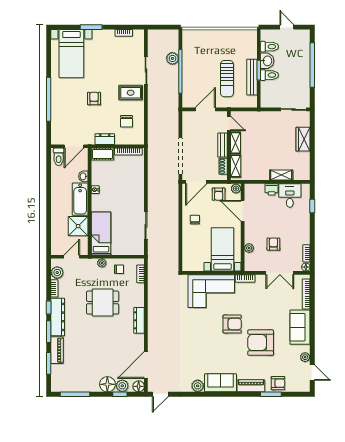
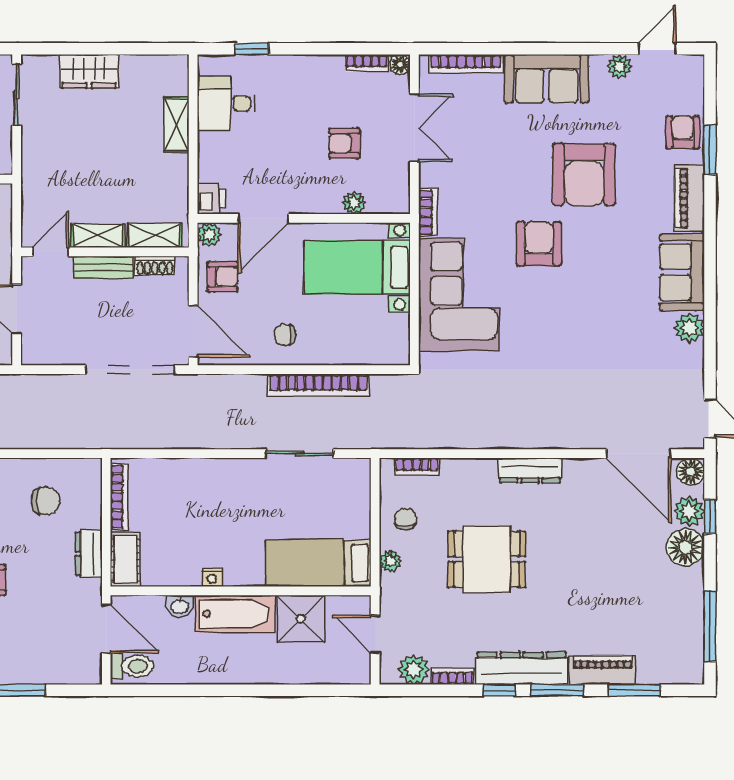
printer: (272, 189) -> (211, 199), moved
bookcase: (174, 233) -> (318, 385), added
dining table: (103, 303) -> (487, 559), turned 90

